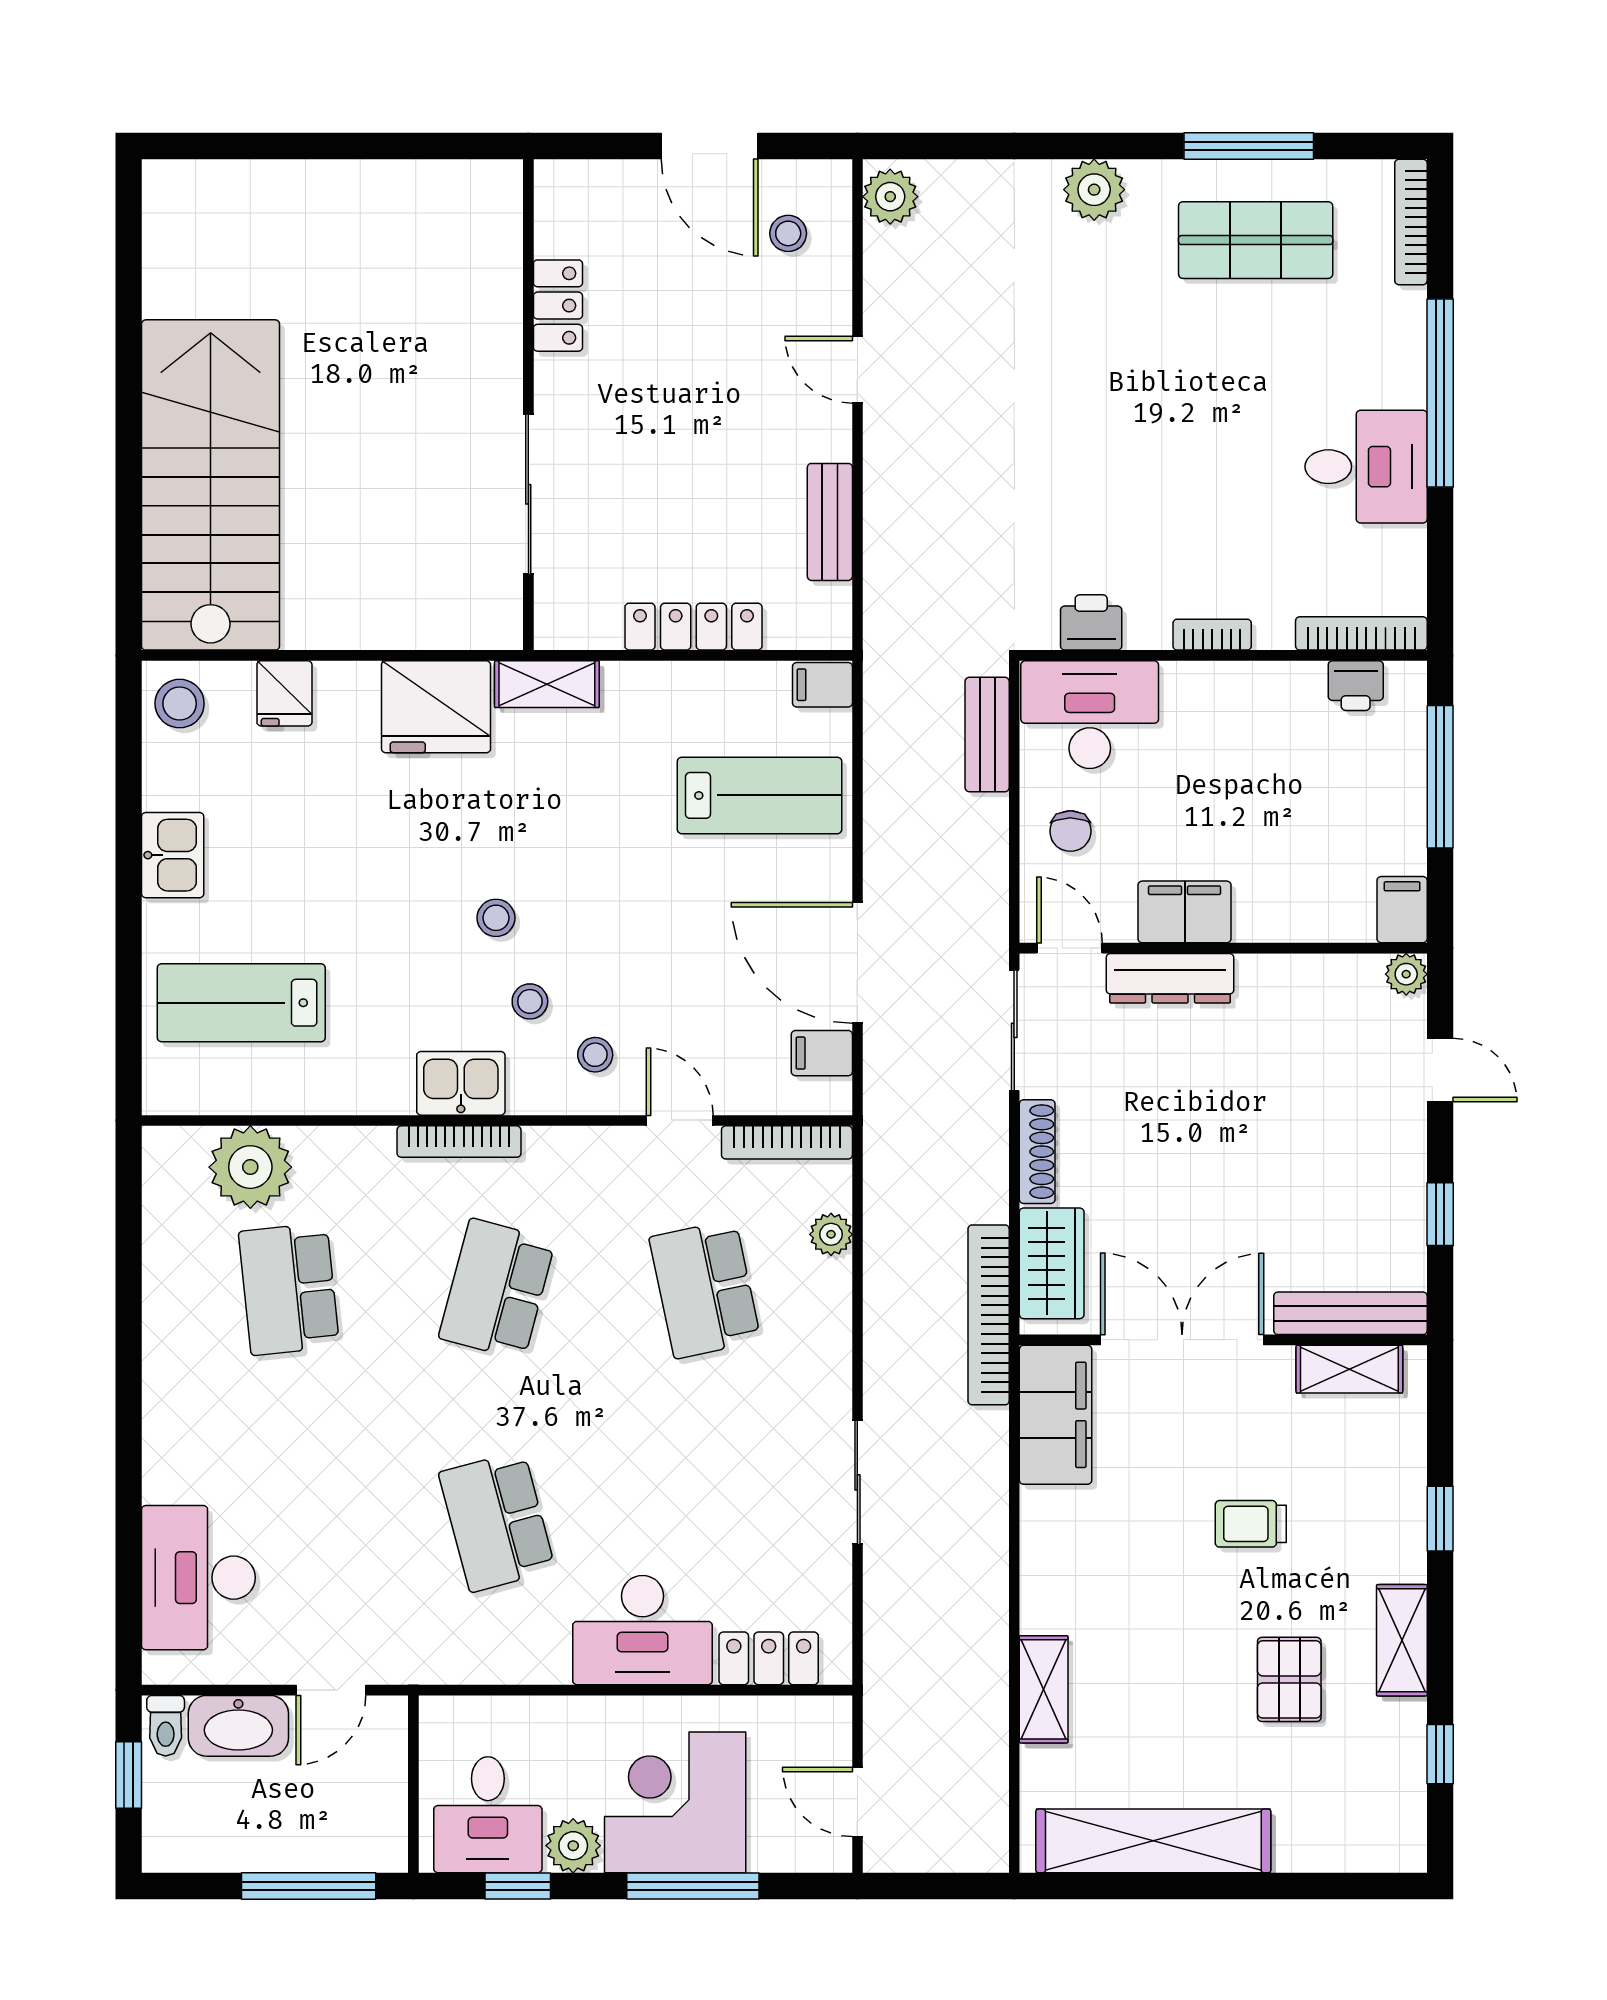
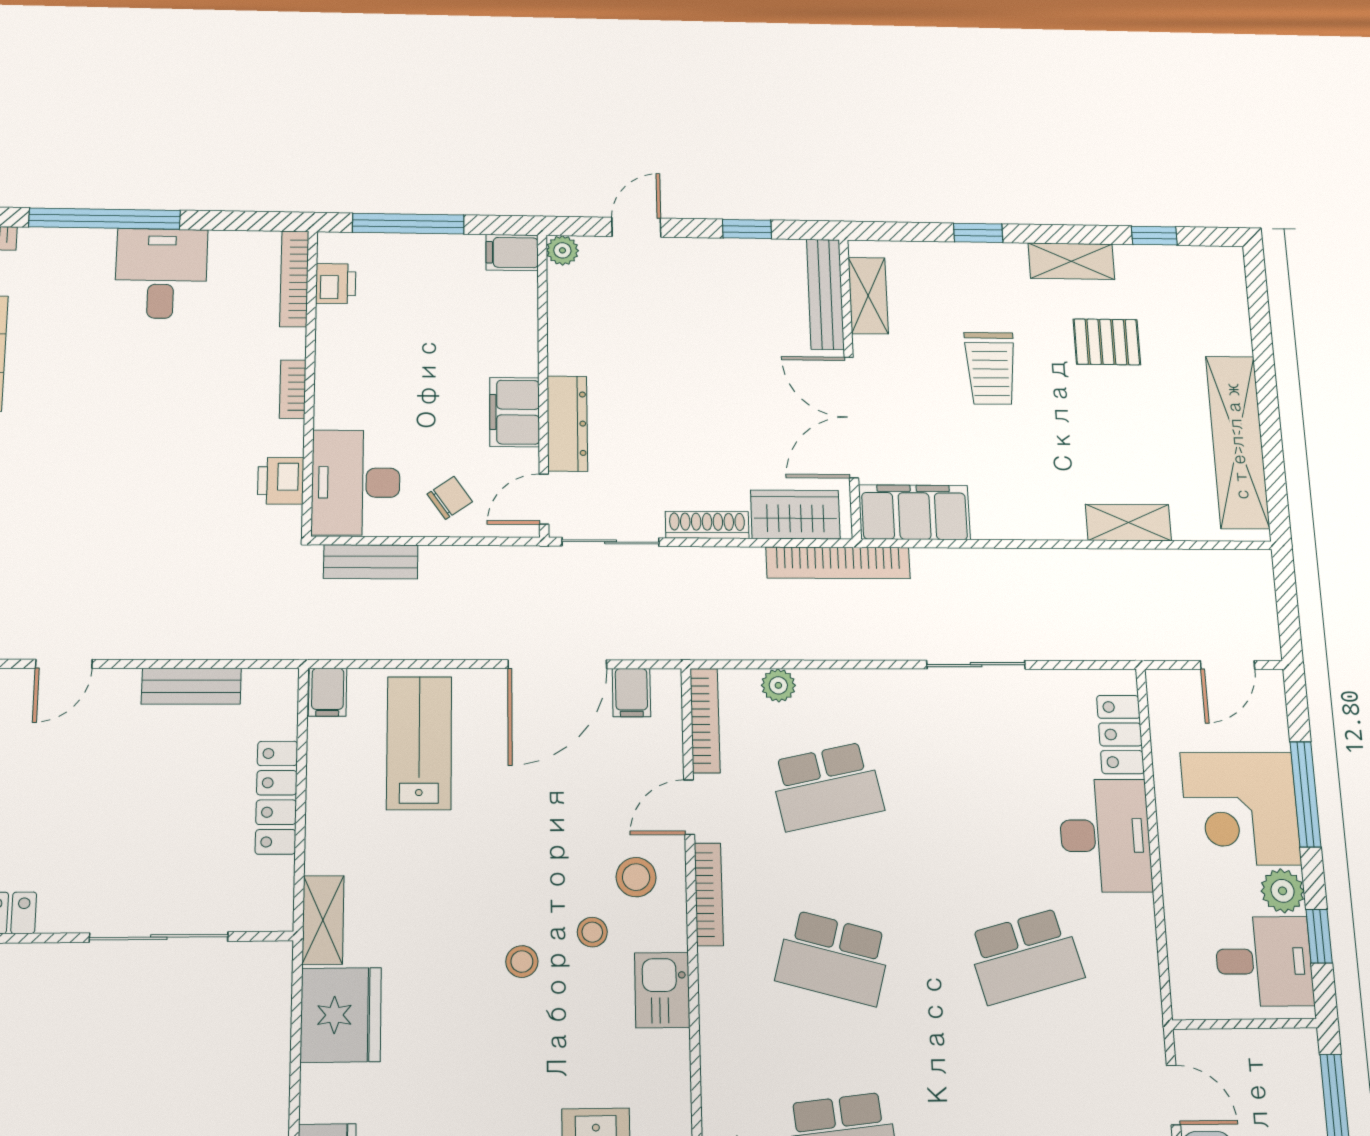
chair: (1070, 831) -> (450, 498), turned -35
stool: (595, 1055) -> (636, 877), width x1.37, depth x1.37
bookcase: (459, 1142) -> (709, 894), moved
trolley: (1251, 1524) -> (990, 368), width x1.36, depth x1.39

